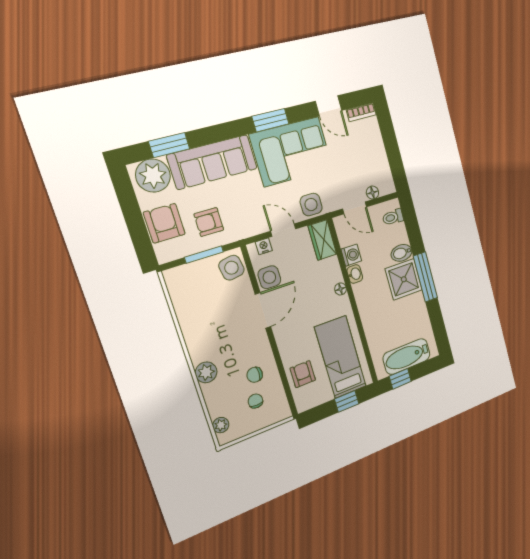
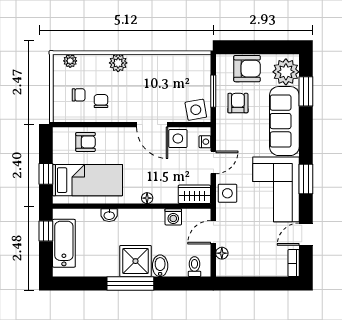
washbasin: (355, 274) -> (109, 215), moved

